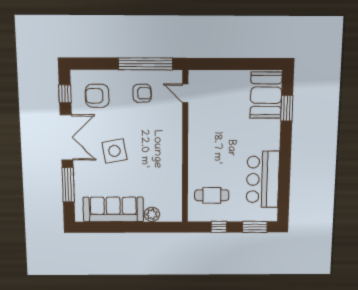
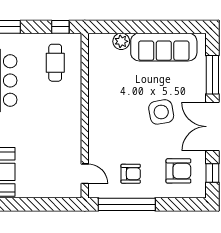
armchair: (142, 93) -> (131, 174), turned 180
cafe table: (212, 195) -> (55, 63), turned 90
window: (219, 227) -> (60, 27), moved

